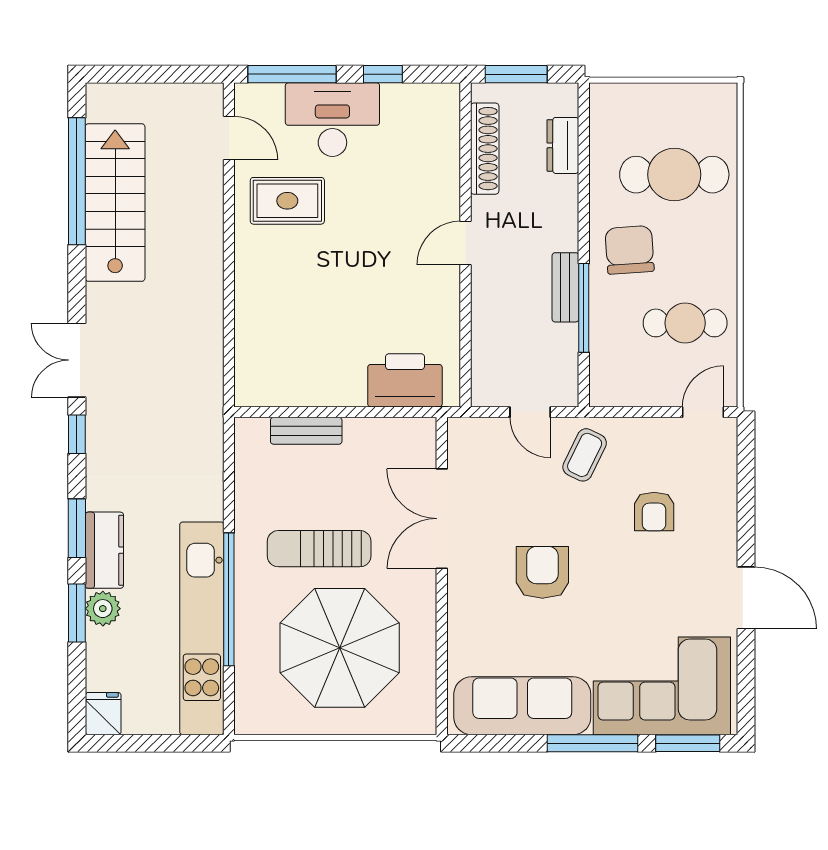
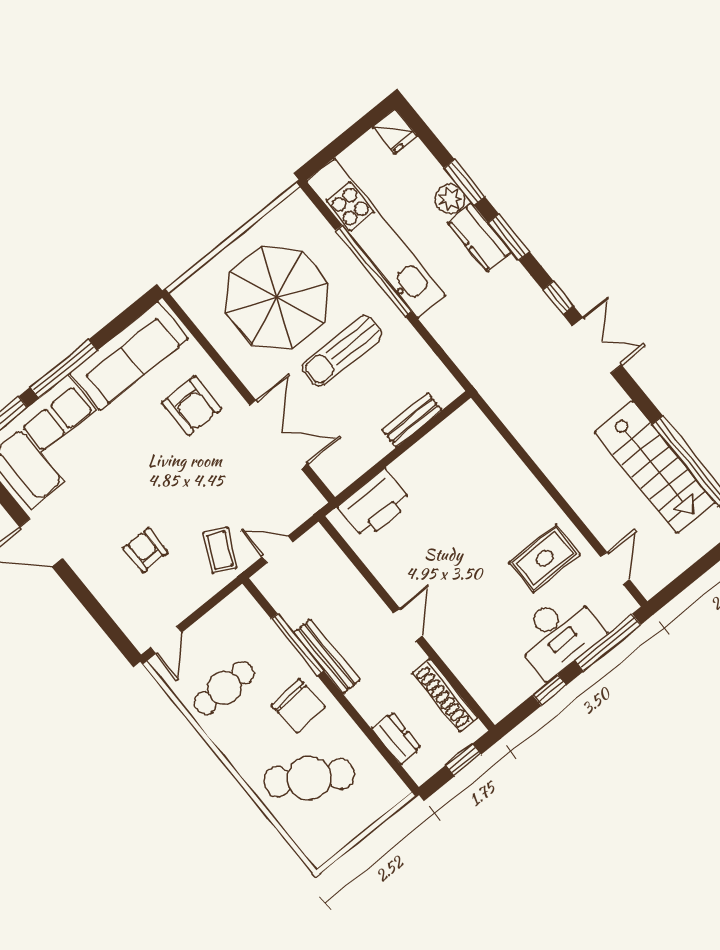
window: (516, 74) -> (464, 760), width x0.67
door: (229, 138) -> (615, 568), swing flipped
cafe table: (674, 175) -> (309, 778), turned 32
bench: (565, 287) -> (327, 656), width x1.36
sun lounger: (319, 549) -> (342, 351), turned 180
armchair: (542, 572) -> (192, 406), moved

